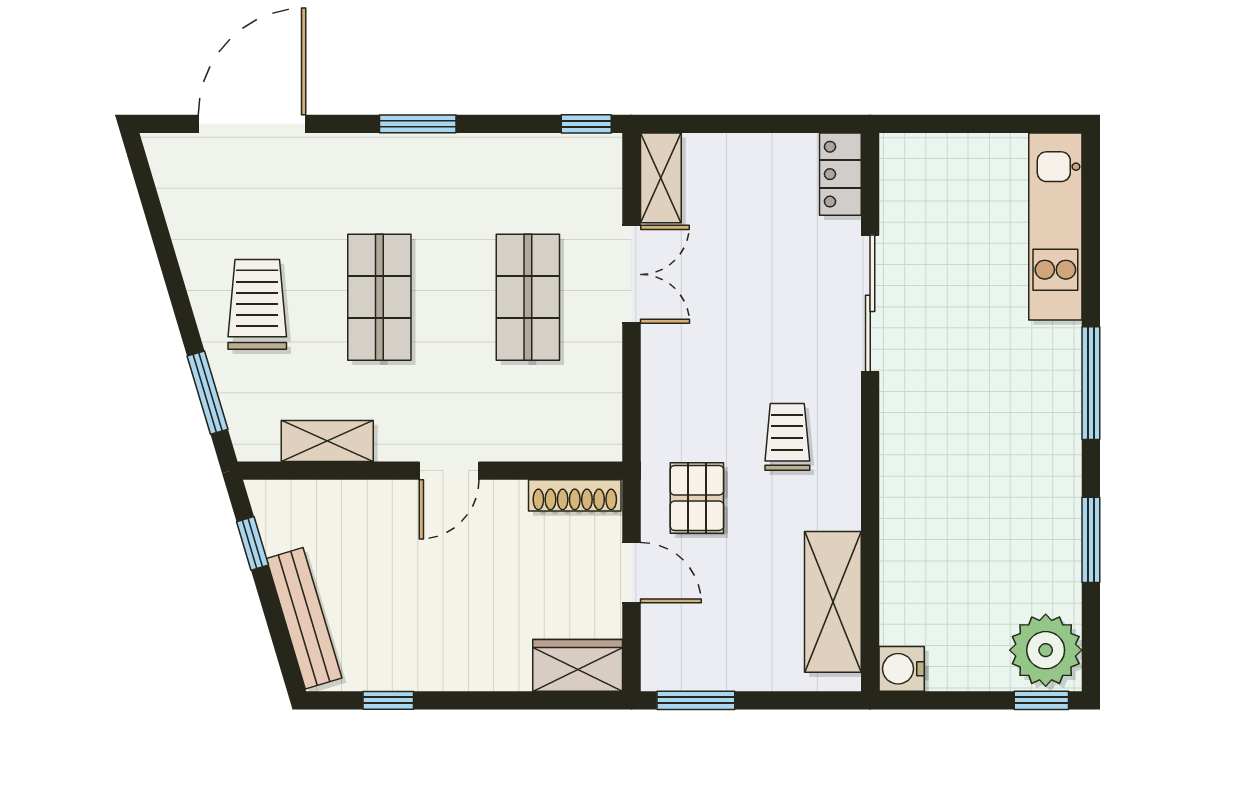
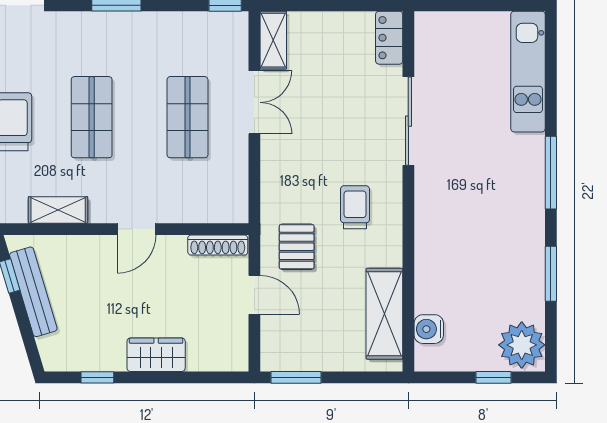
bench: (304, 618) -> (33, 292), moved
wardrobe: (578, 665) -> (156, 355), moved
water cooler: (902, 669) -> (429, 329), moved
window: (1041, 700) -> (493, 377), moved

